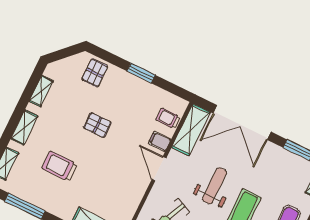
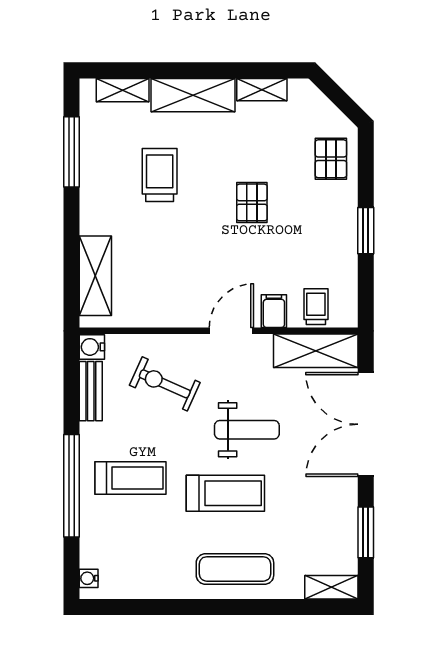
pallet: (95, 73) -> (331, 159), turned 90
shelving: (24, 127) -> (193, 95), width x1.50, depth x1.33

